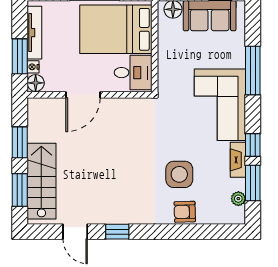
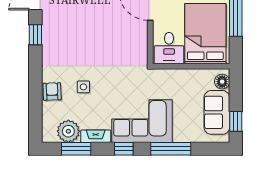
window: (253, 145) -> (124, 149), moved
side table: (179, 174) -> (83, 87), width x0.54, depth x0.54
plant: (238, 199) -> (68, 131), width x1.87, depth x1.87

